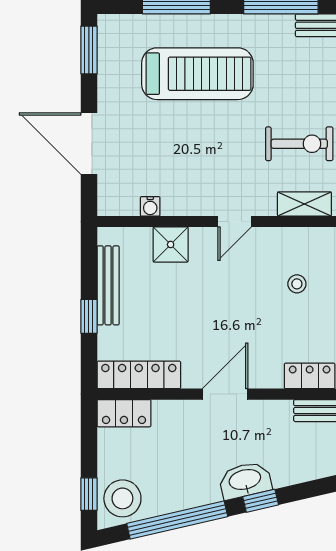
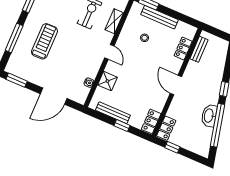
treadmill: (197, 74) -> (44, 41), width x0.73, depth x0.73
locker: (139, 375) -> (151, 122), width x0.66
washbasin: (245, 480) -> (209, 116), moved
window: (89, 494) -> (172, 147), moved
stool: (122, 498) -> (200, 143), removed

